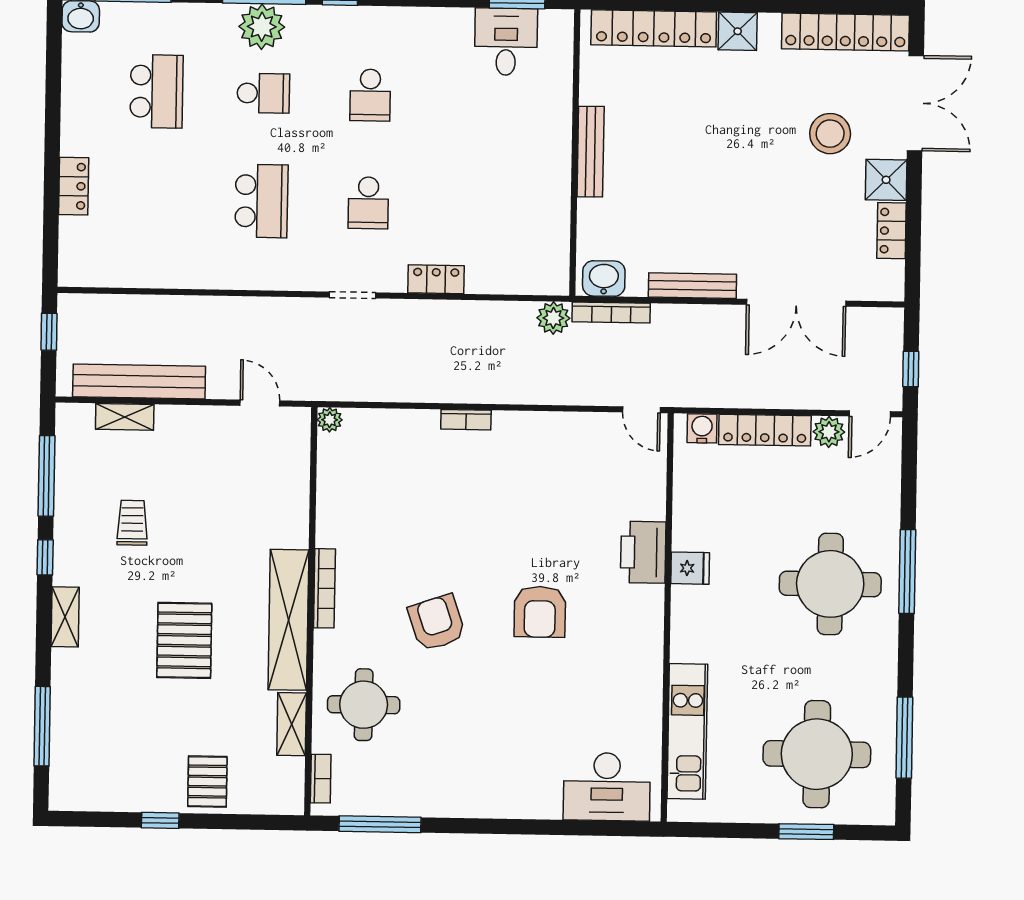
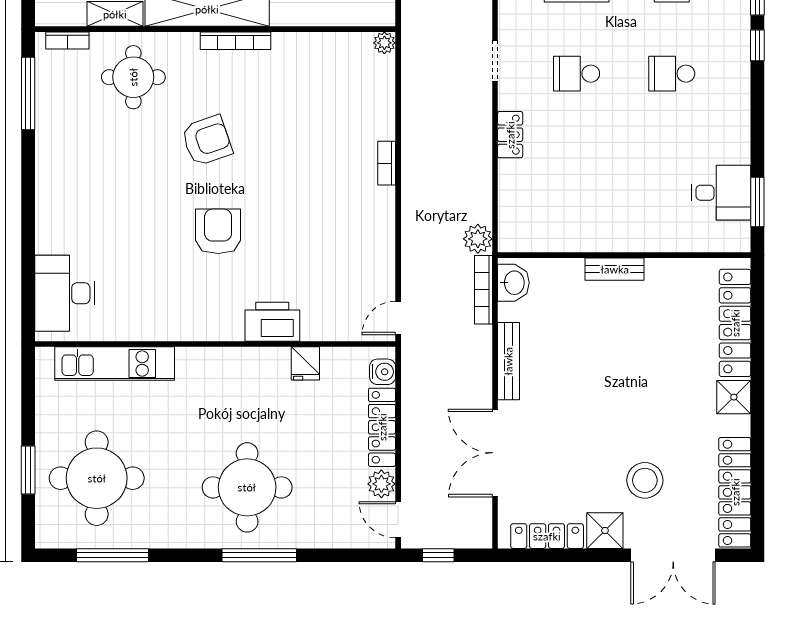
bench: (591, 152) -> (615, 269), width x0.73
locker: (891, 231) -> (547, 536), width x1.53
fridge: (690, 568) -> (305, 363), moved
armchair: (540, 612) -> (218, 231), turned 90

